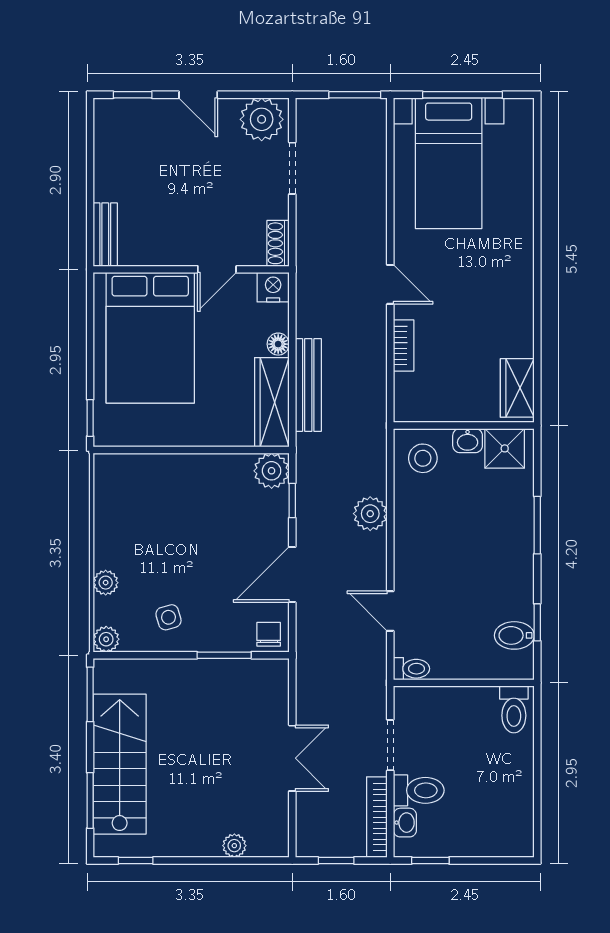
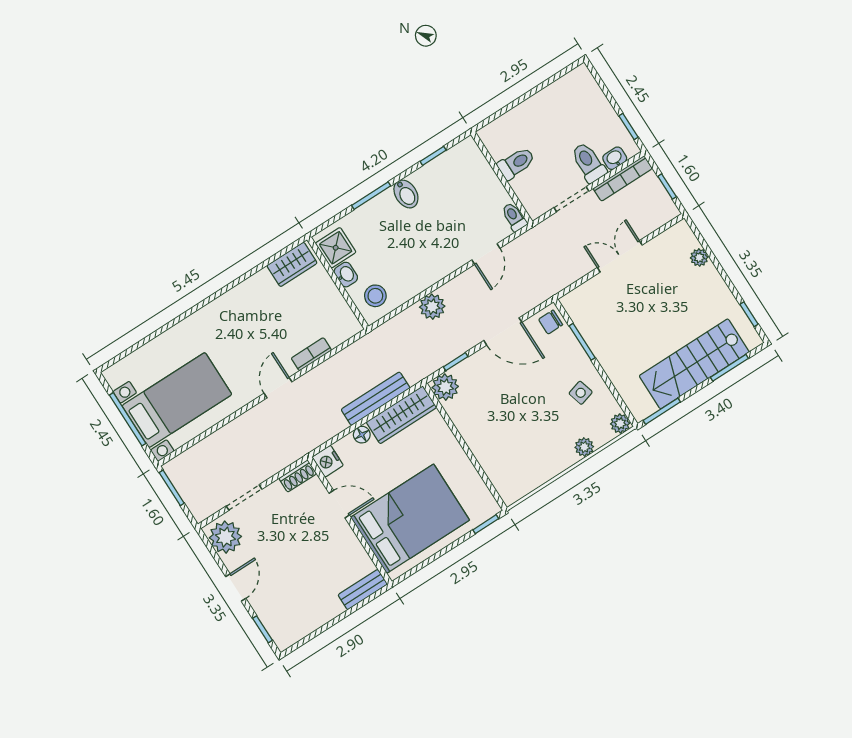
bidet: (514, 635) -> (406, 194), moved
toilet: (514, 709) -> (516, 163), moved

